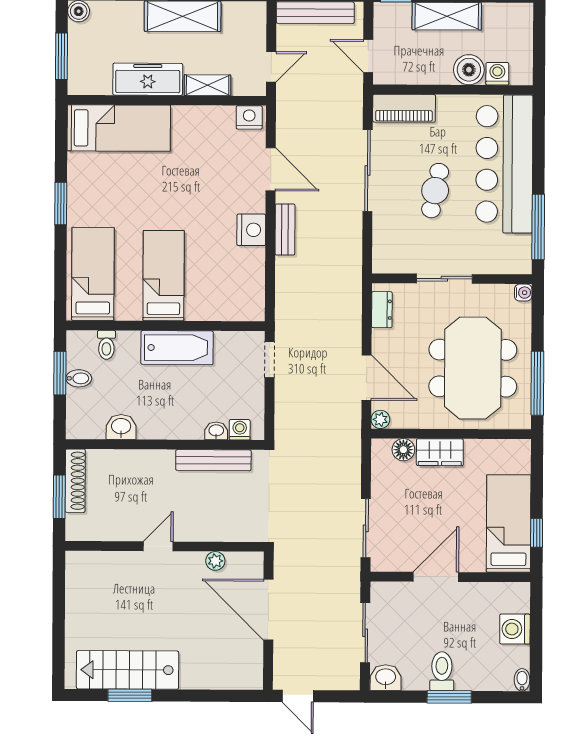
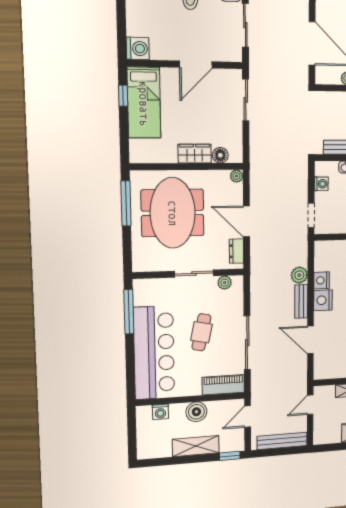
door: (368, 56) -> (248, 416), swing flipped
boiler: (469, 70) -> (196, 412), moved
nightstand: (249, 117) -> (322, 280), moved, turned 90
plant: (400, 263) -> (225, 283), added
plant: (288, 270) -> (299, 275), added
water cooler: (523, 293) -> (138, 266), removed
door: (367, 378) -> (246, 221), moved
washing machine: (240, 430) -> (321, 184), moved, turned -90
washing machine: (515, 629) -> (138, 48), moved

